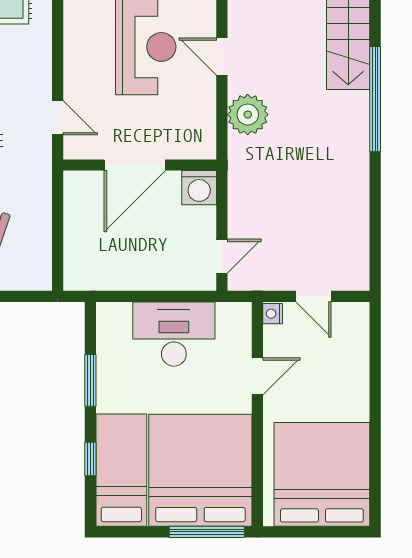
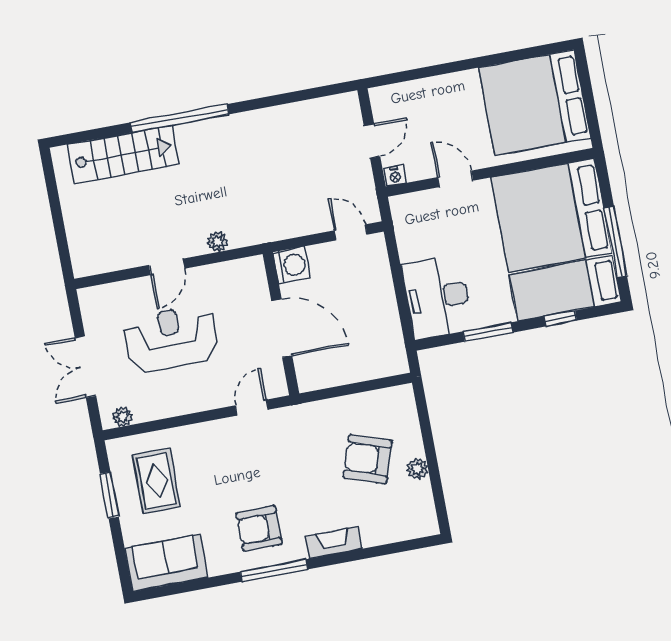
plant: (248, 115) -> (218, 242), width x0.53, depth x0.53
desk: (174, 334) -> (437, 297), moved
window: (207, 532) -> (615, 242), moved

